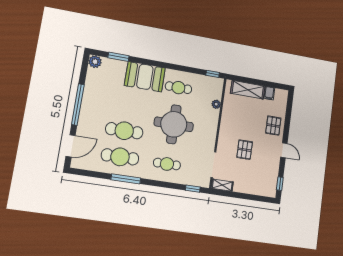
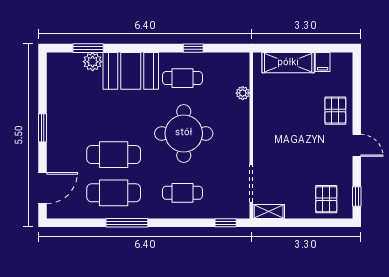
plant: (95, 62) -> (93, 62), moved
window: (213, 74) -> (193, 48), moved
window: (78, 105) -> (42, 128), width x0.47
pallet: (245, 150) -> (326, 199), moved

